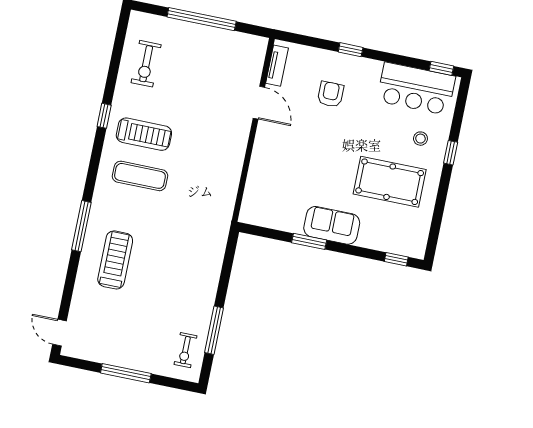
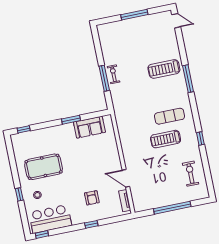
treadmill: (144, 134) -> (166, 139), moved
sofa: (332, 225) -> (89, 127), moved
treadmill: (115, 260) -> (164, 69), turned 90
window: (214, 330) -> (104, 78), moved
exercise bike: (185, 350) -> (114, 74), moved

